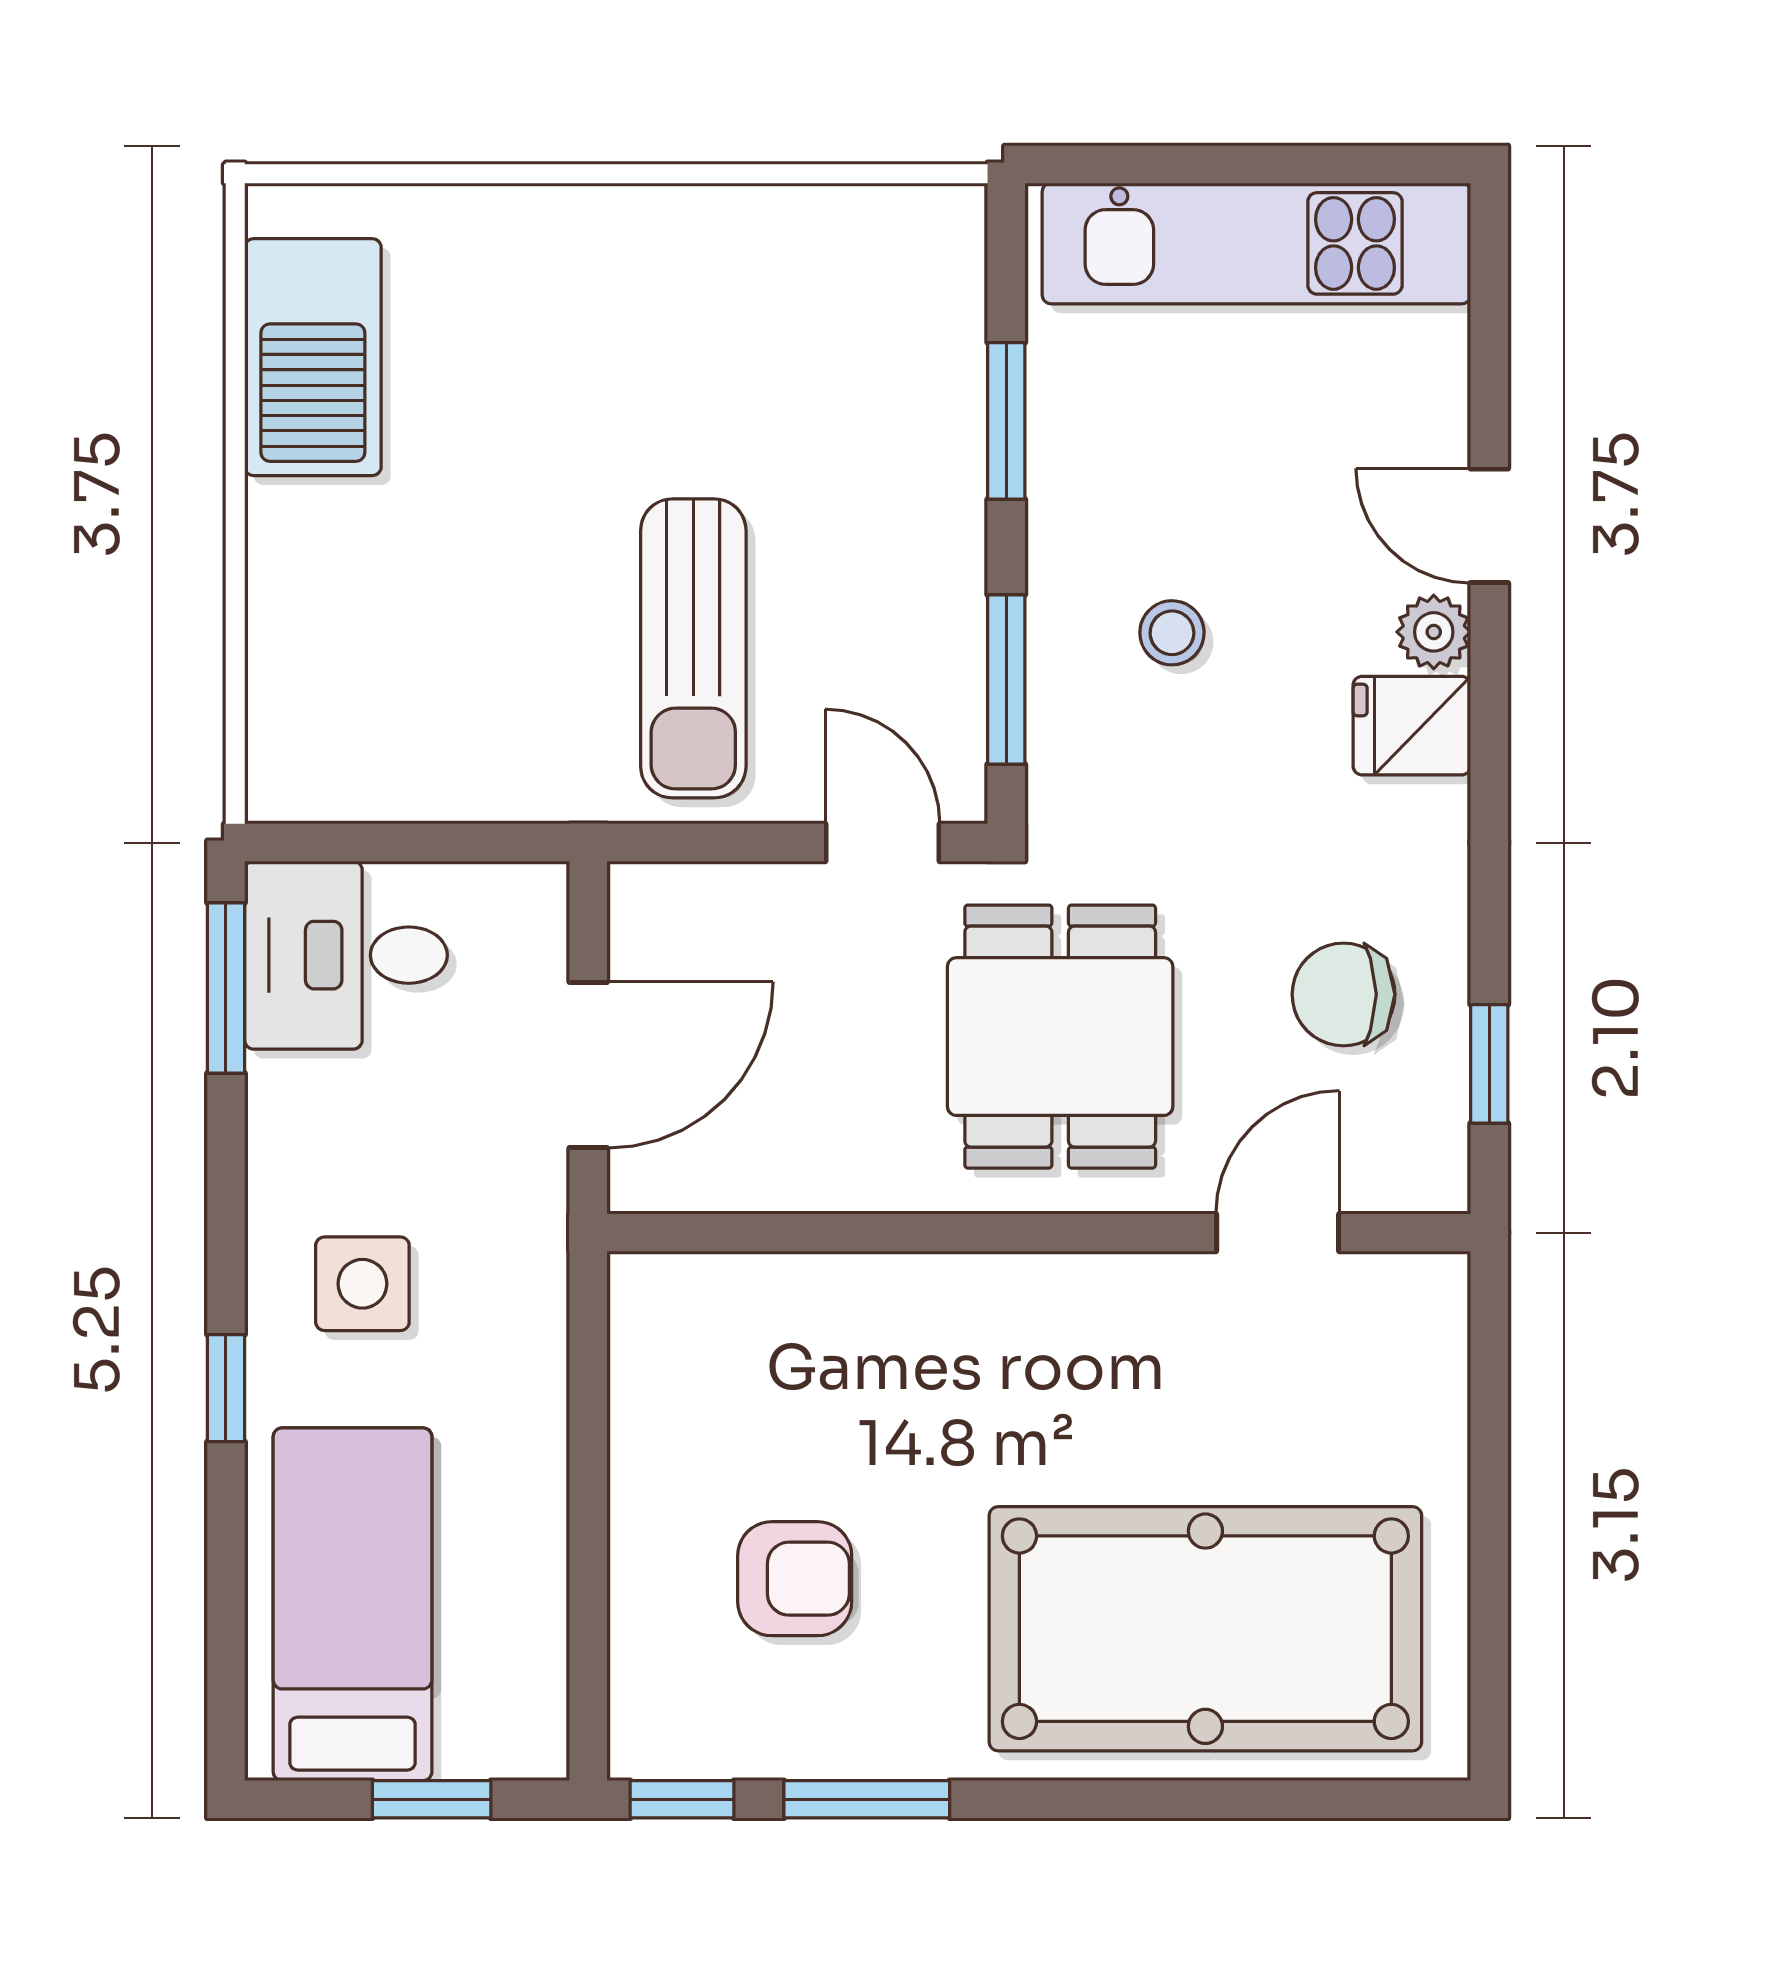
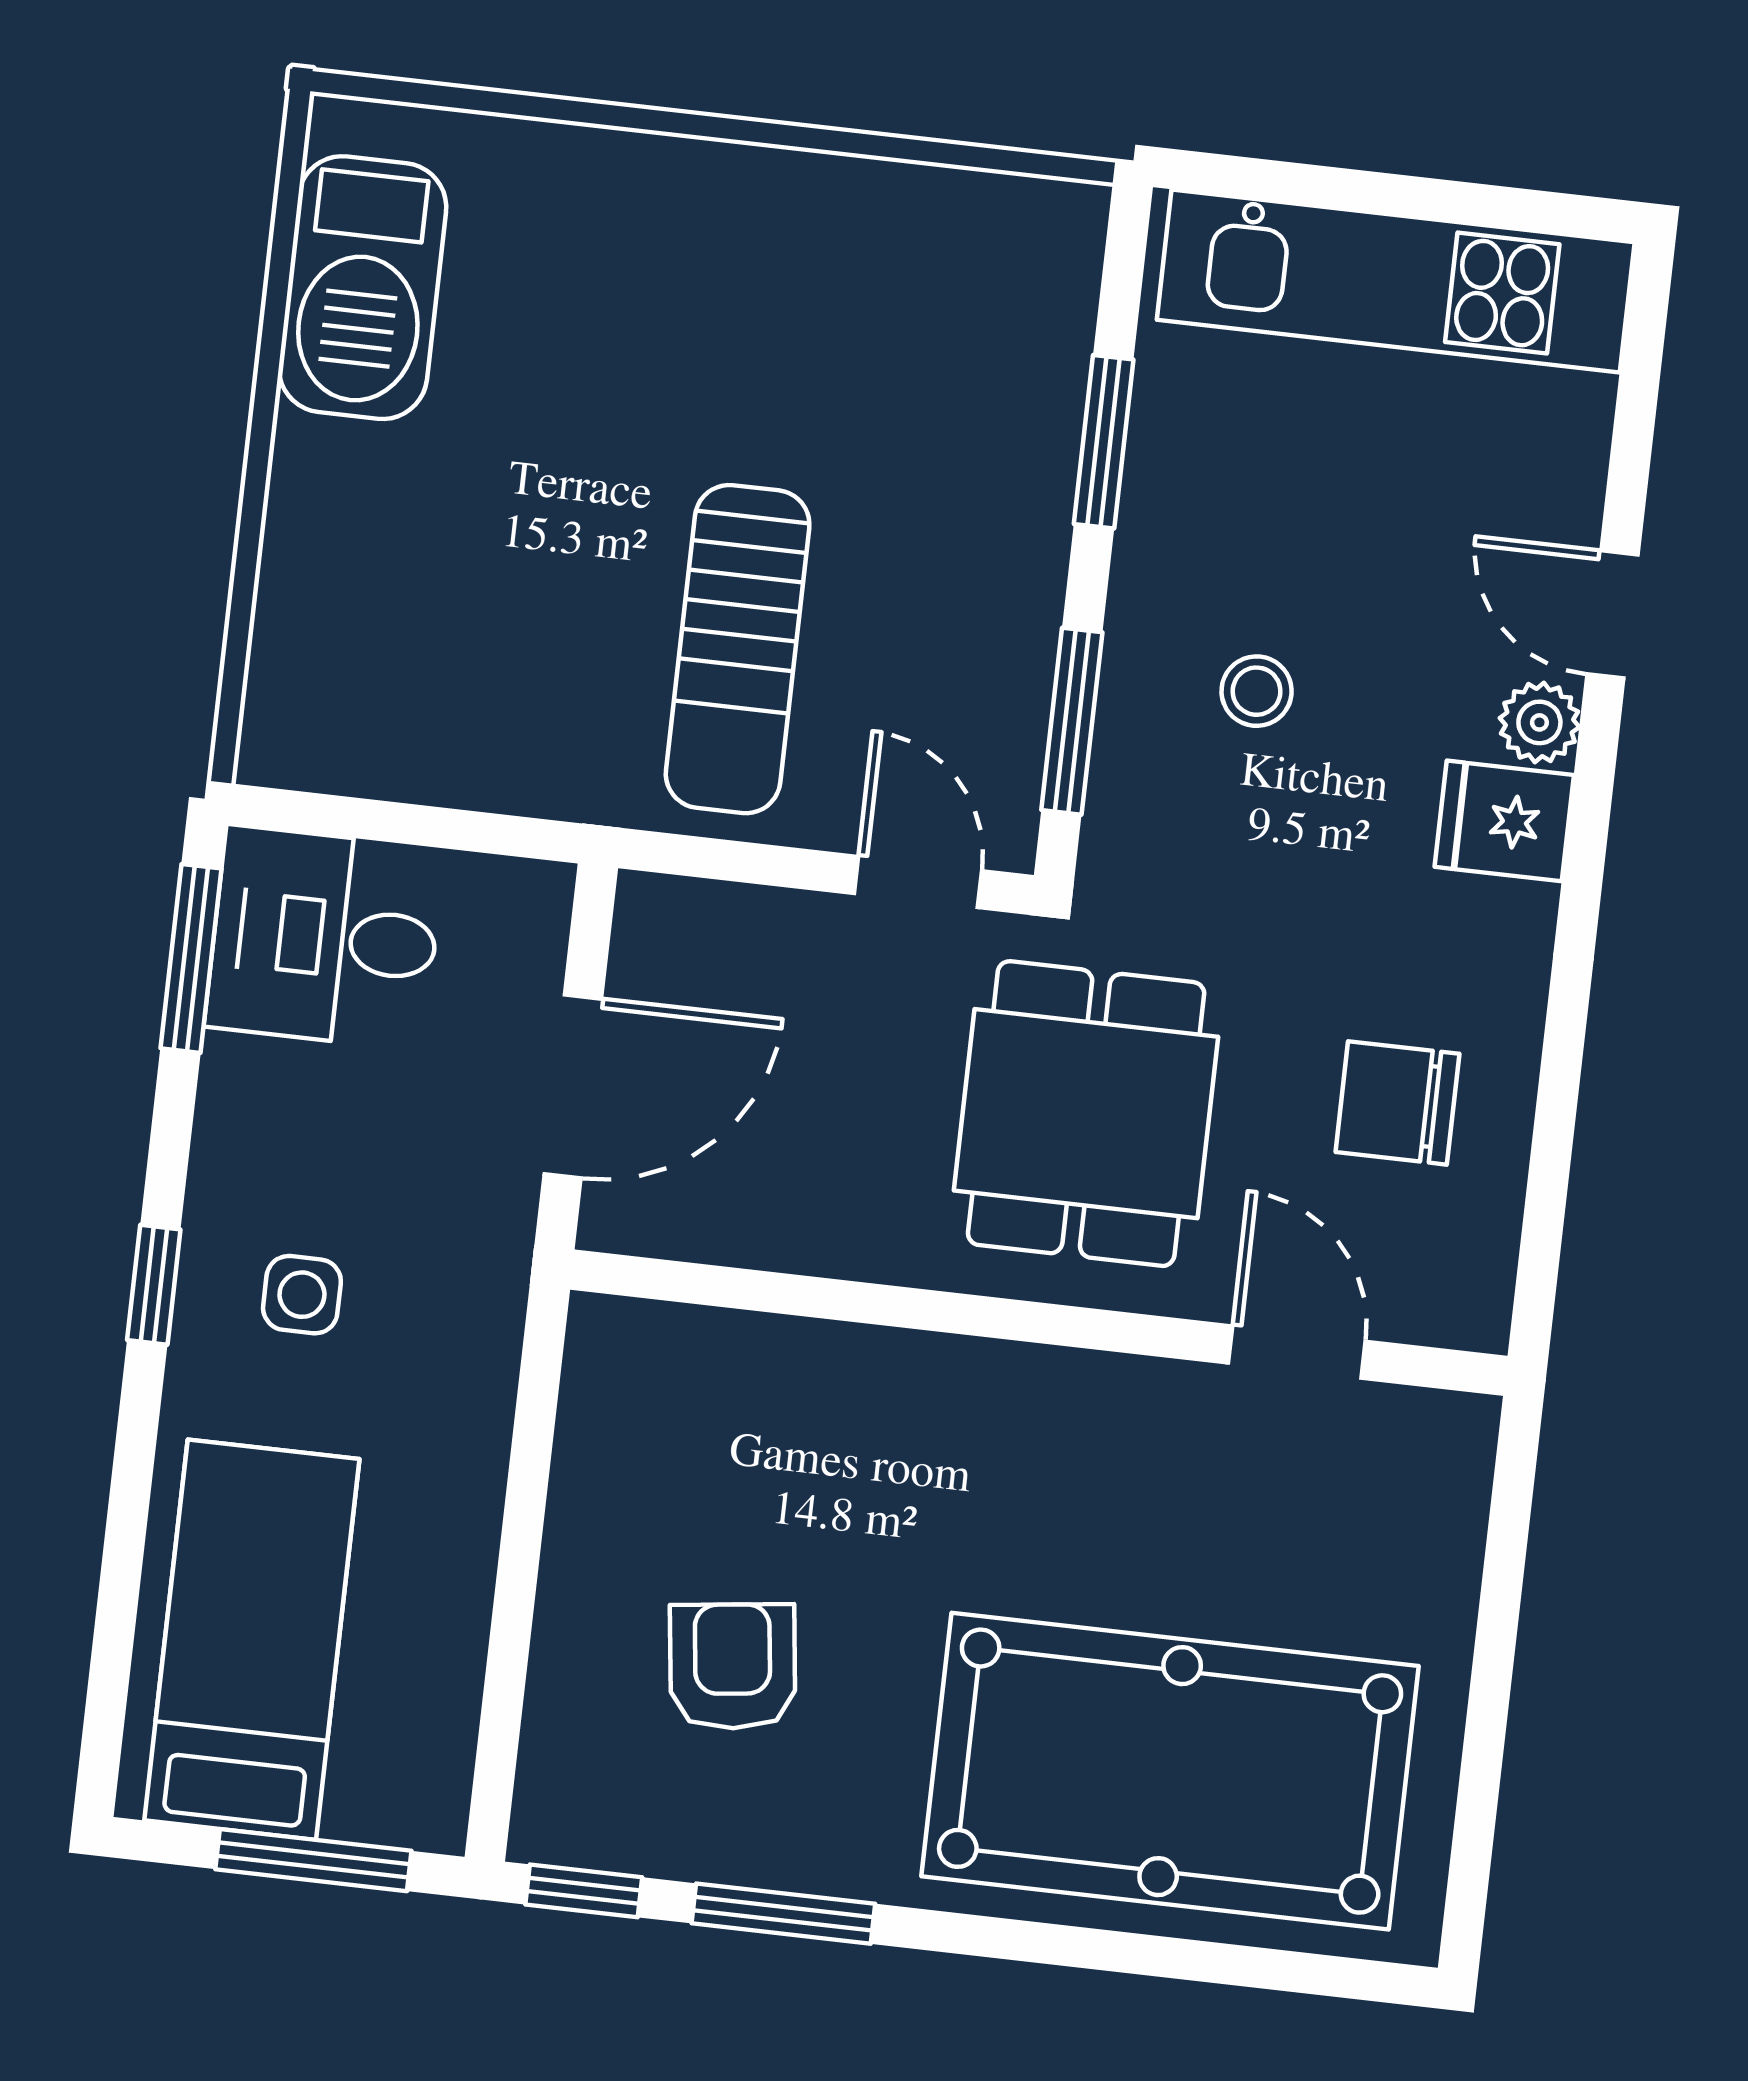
window: (1489, 1064) -> (1546, 1196), removed
door: (1278, 1233) -> (1297, 1352), hinge flipped
side table: (362, 1284) -> (302, 1295), width x0.73, depth x0.73
window: (226, 1388) -> (154, 1285), moved
armchair: (795, 1579) -> (733, 1666), turned -97
window: (432, 1799) -> (313, 1860), width x1.50

